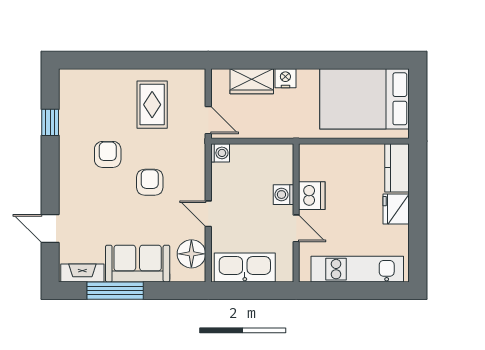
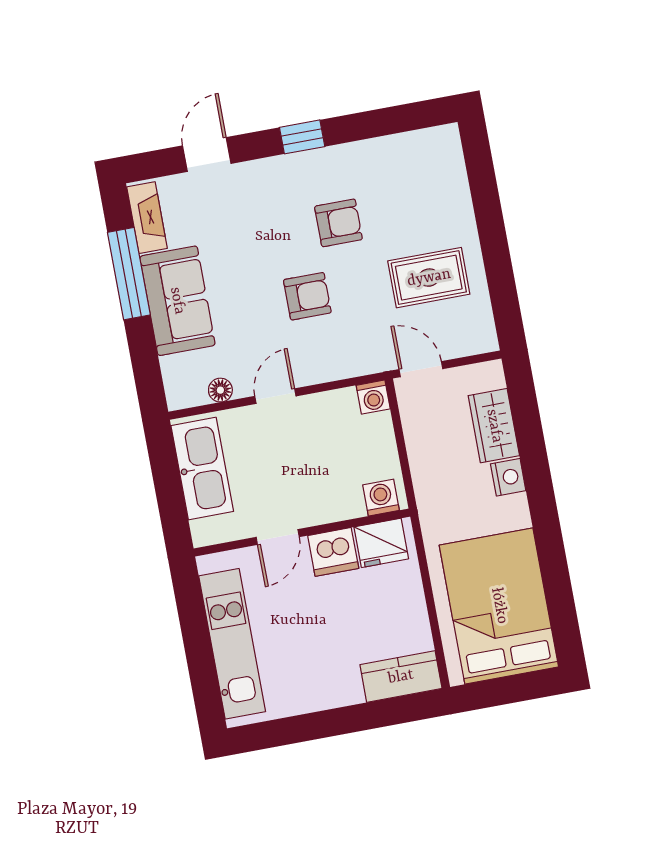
door: (208, 120) -> (421, 369), swing flipped
window: (50, 122) -> (302, 137), moved
washing machine: (283, 195) -> (381, 498), moved
fridge: (396, 209) -> (381, 543), moved, turned 180
floor lamp: (191, 254) -> (220, 390), width x0.53, depth x0.53

